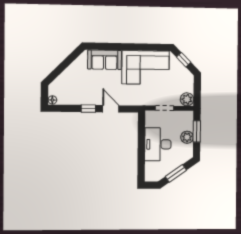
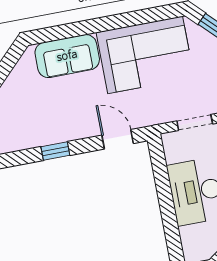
door: (111, 109) -> (118, 139), moved

